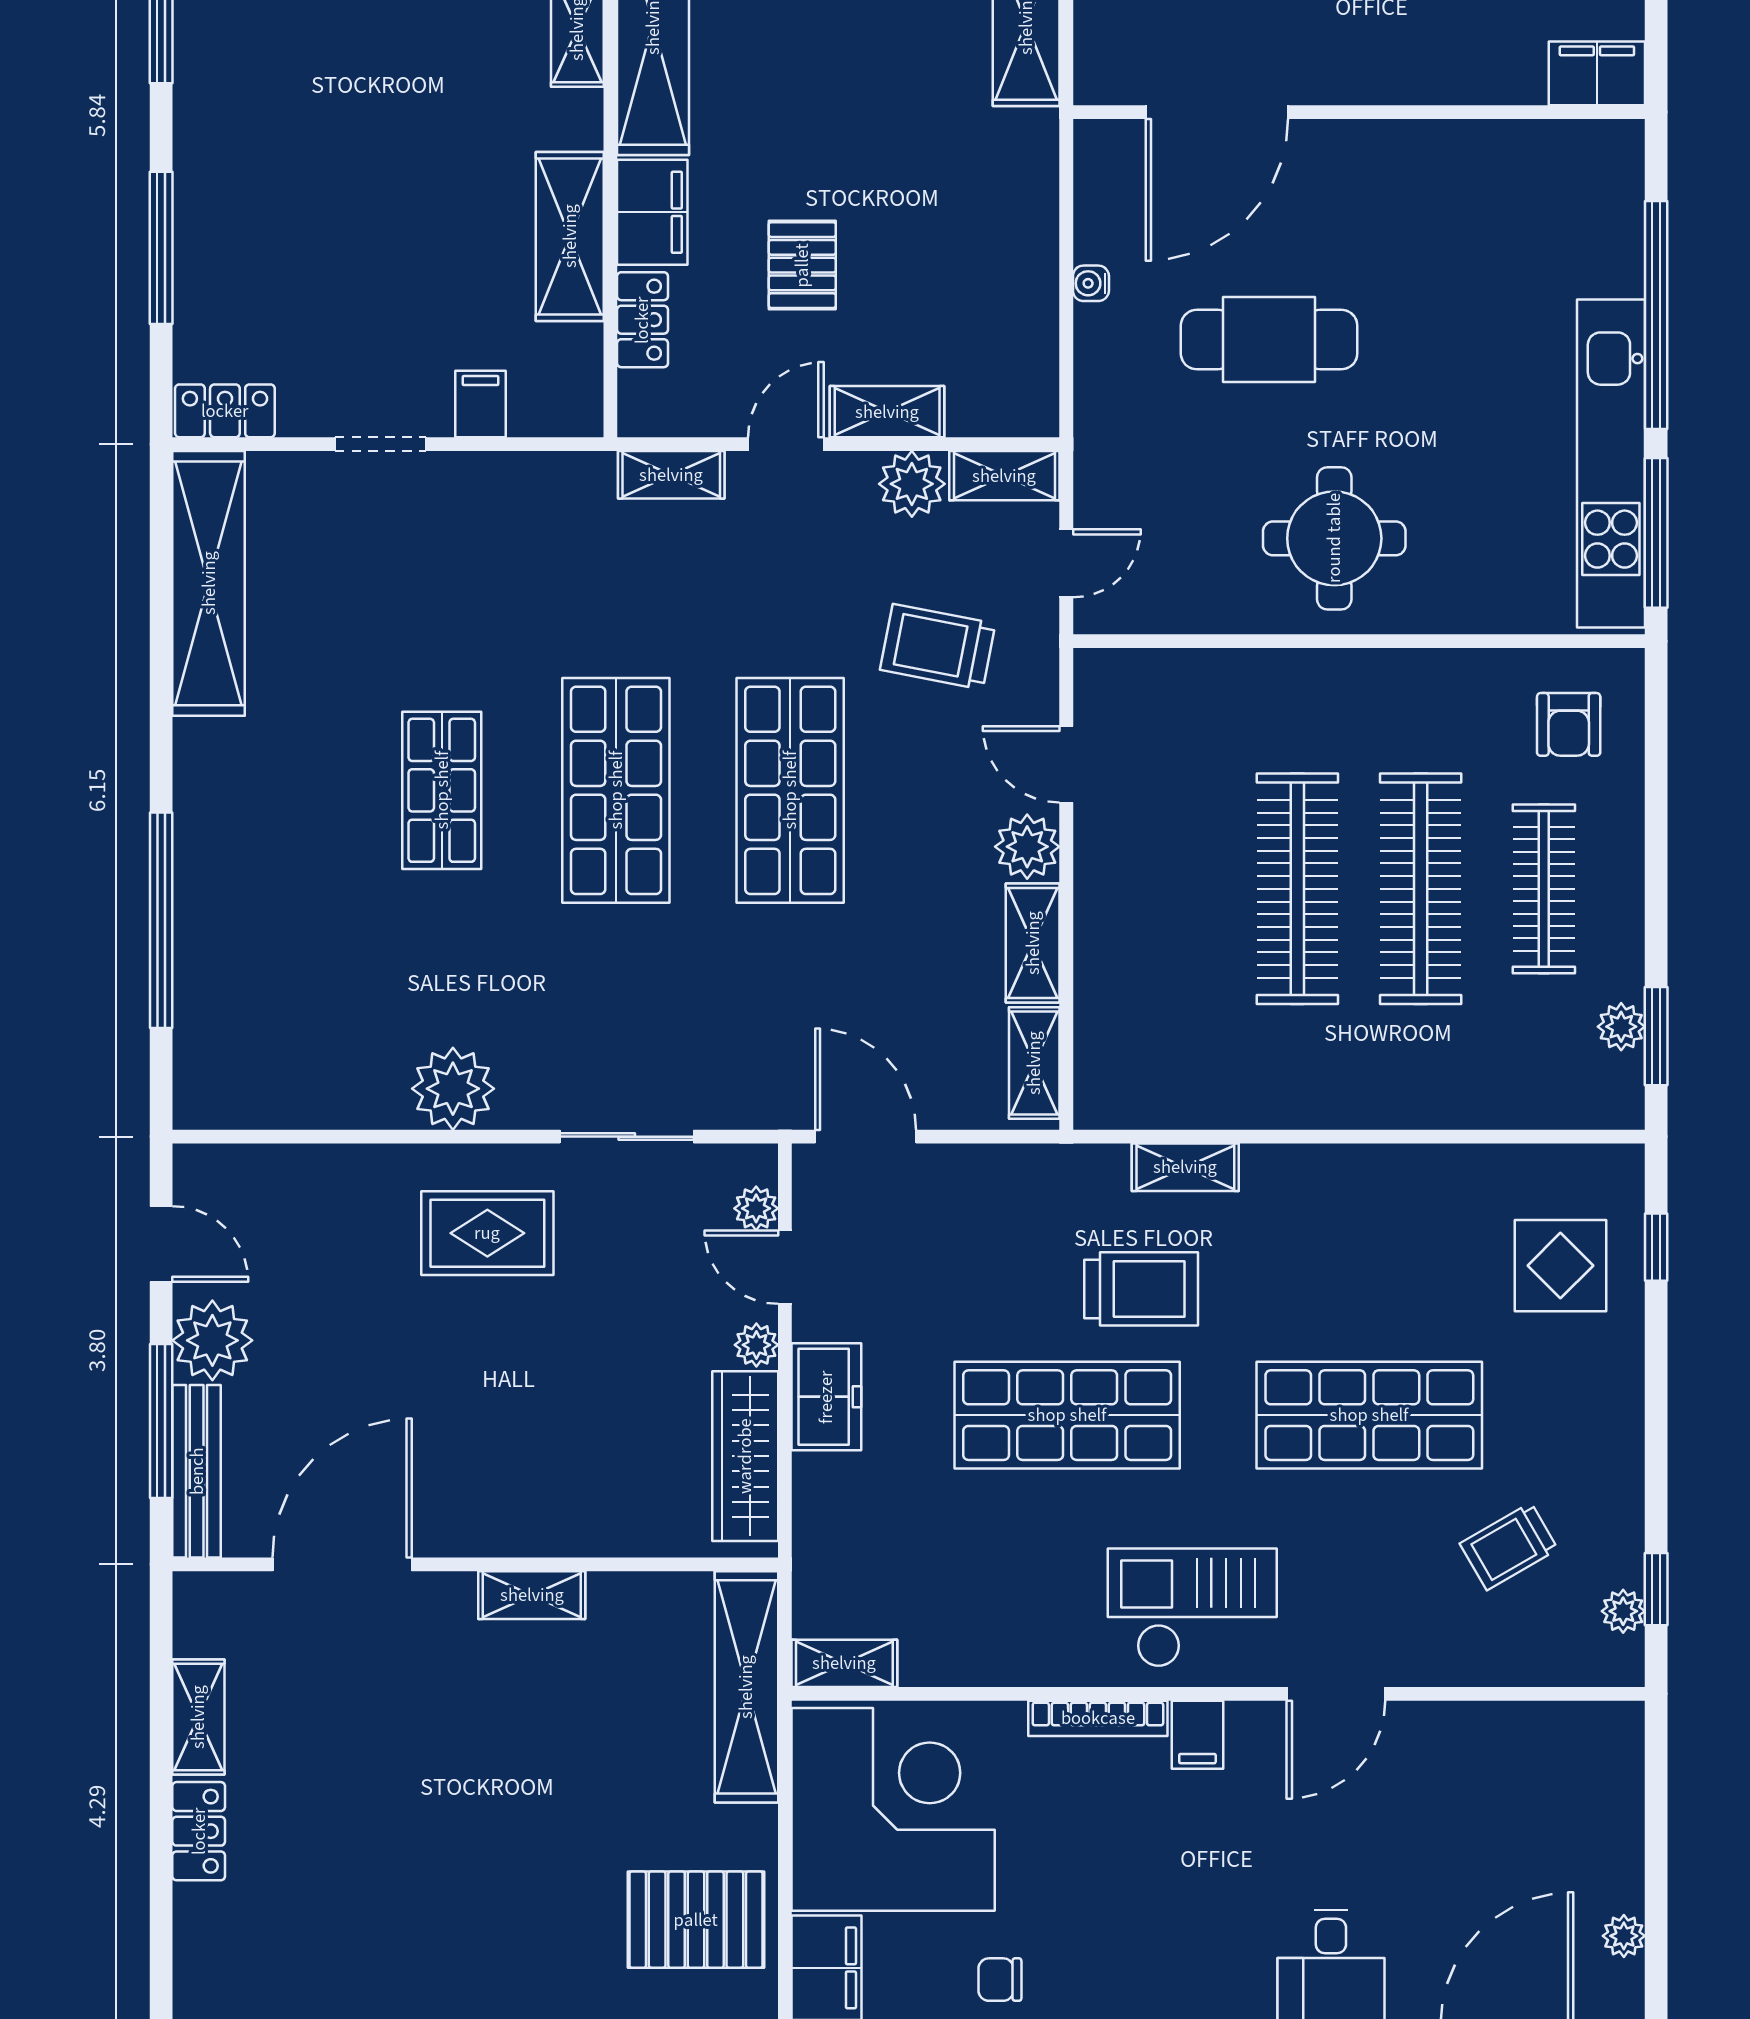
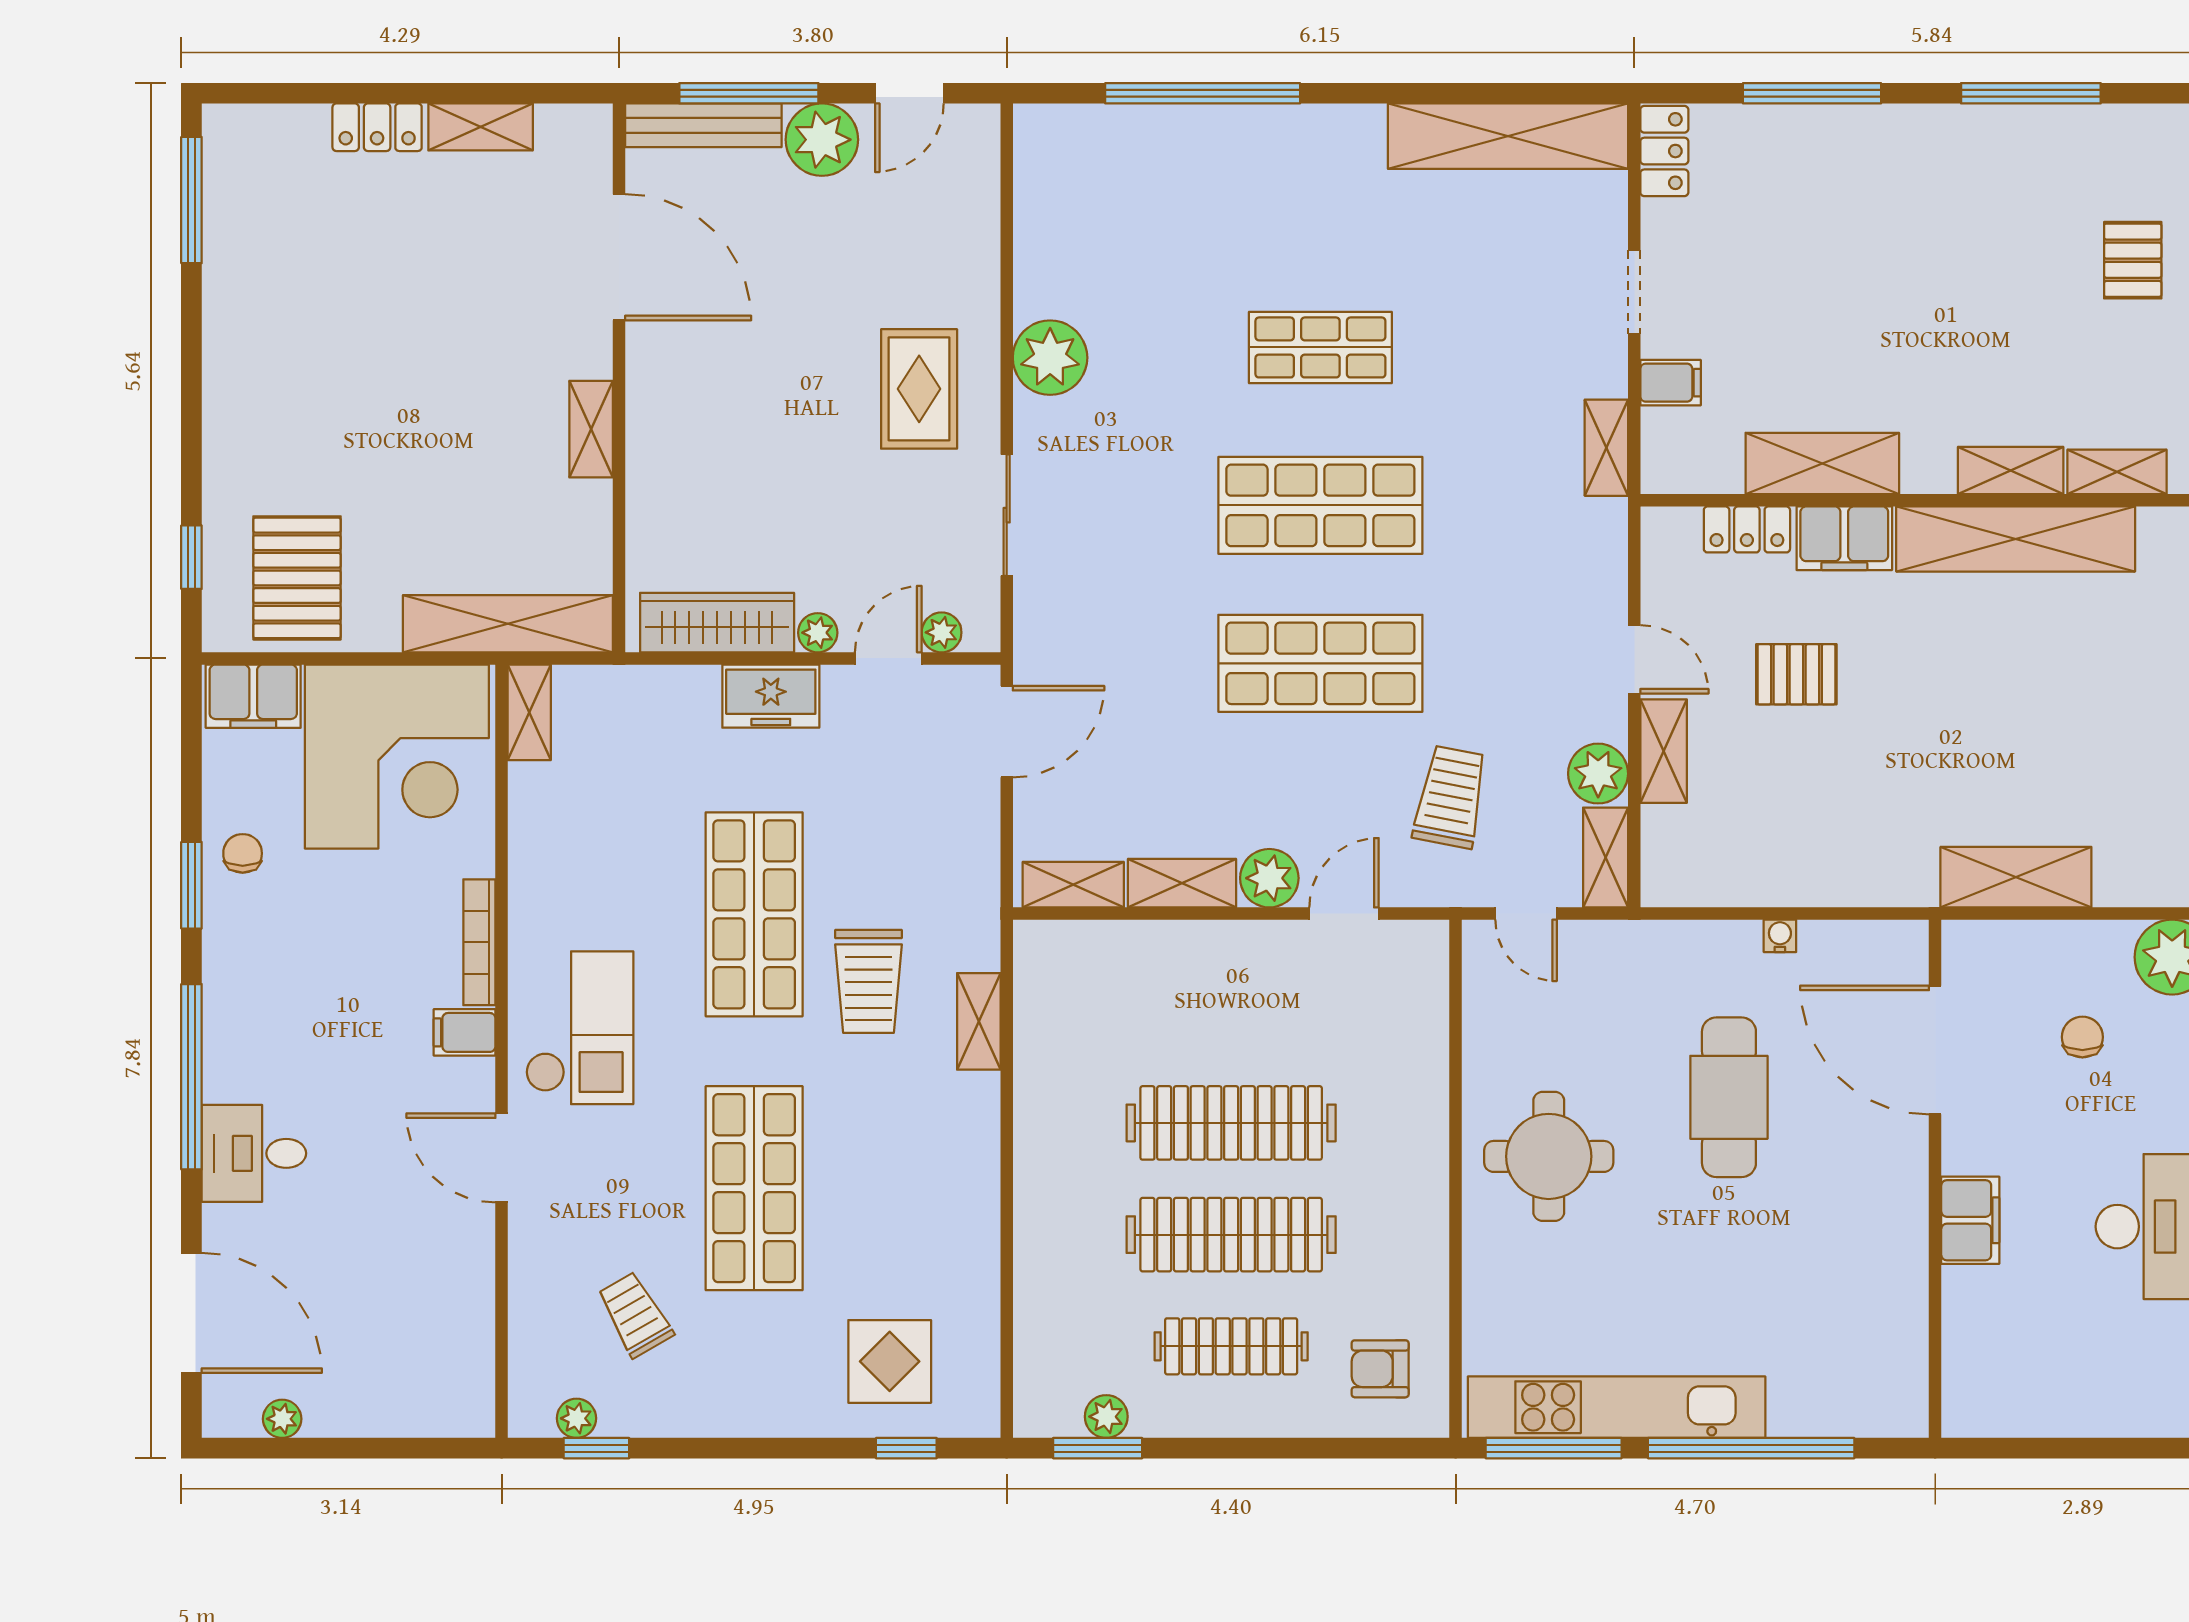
filing cabinet: (1597, 73) -> (1970, 1220), moved
shelving: (671, 475) -> (1606, 448), moved

